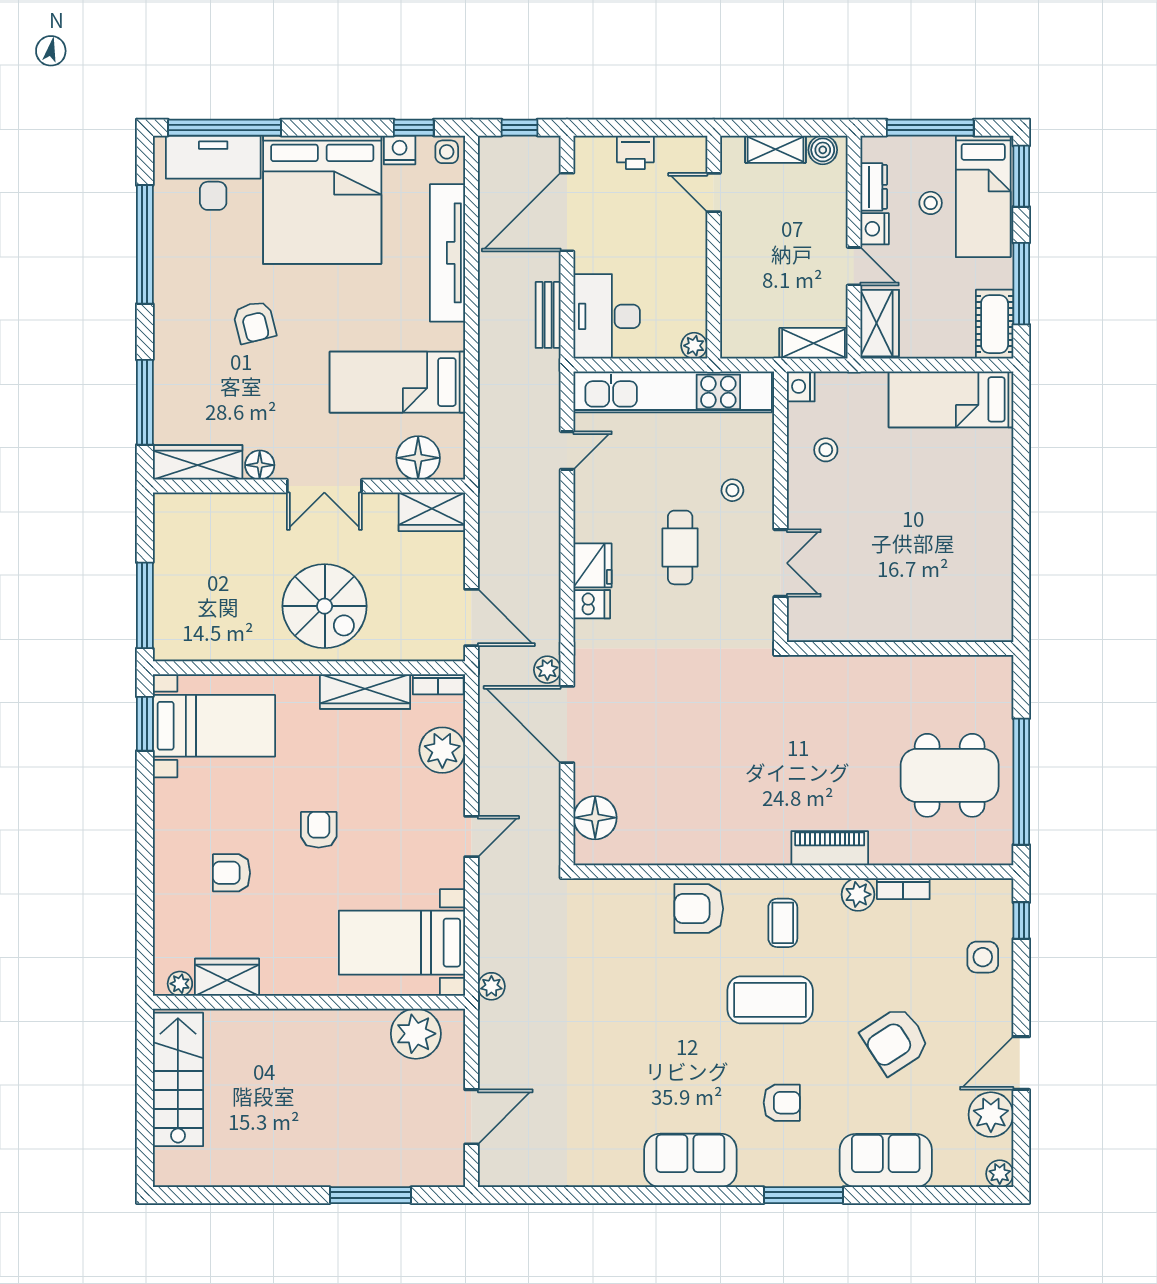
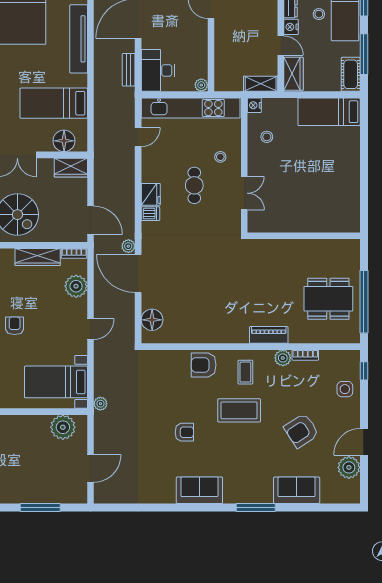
armchair: (782, 1103) -> (184, 432), moved
plant: (1000, 1174) -> (353, 497), removed

